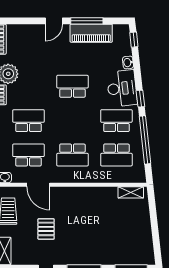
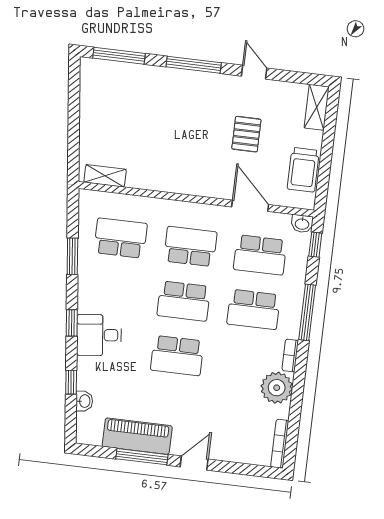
window: (134, 40) -> (71, 382), moved
washbasin: (128, 62) -> (84, 401), moved
desk: (122, 88) -> (99, 335), width x0.73
school desk: (116, 121) -> (184, 301), moved
window: (145, 140) -> (72, 256), width x0.47

